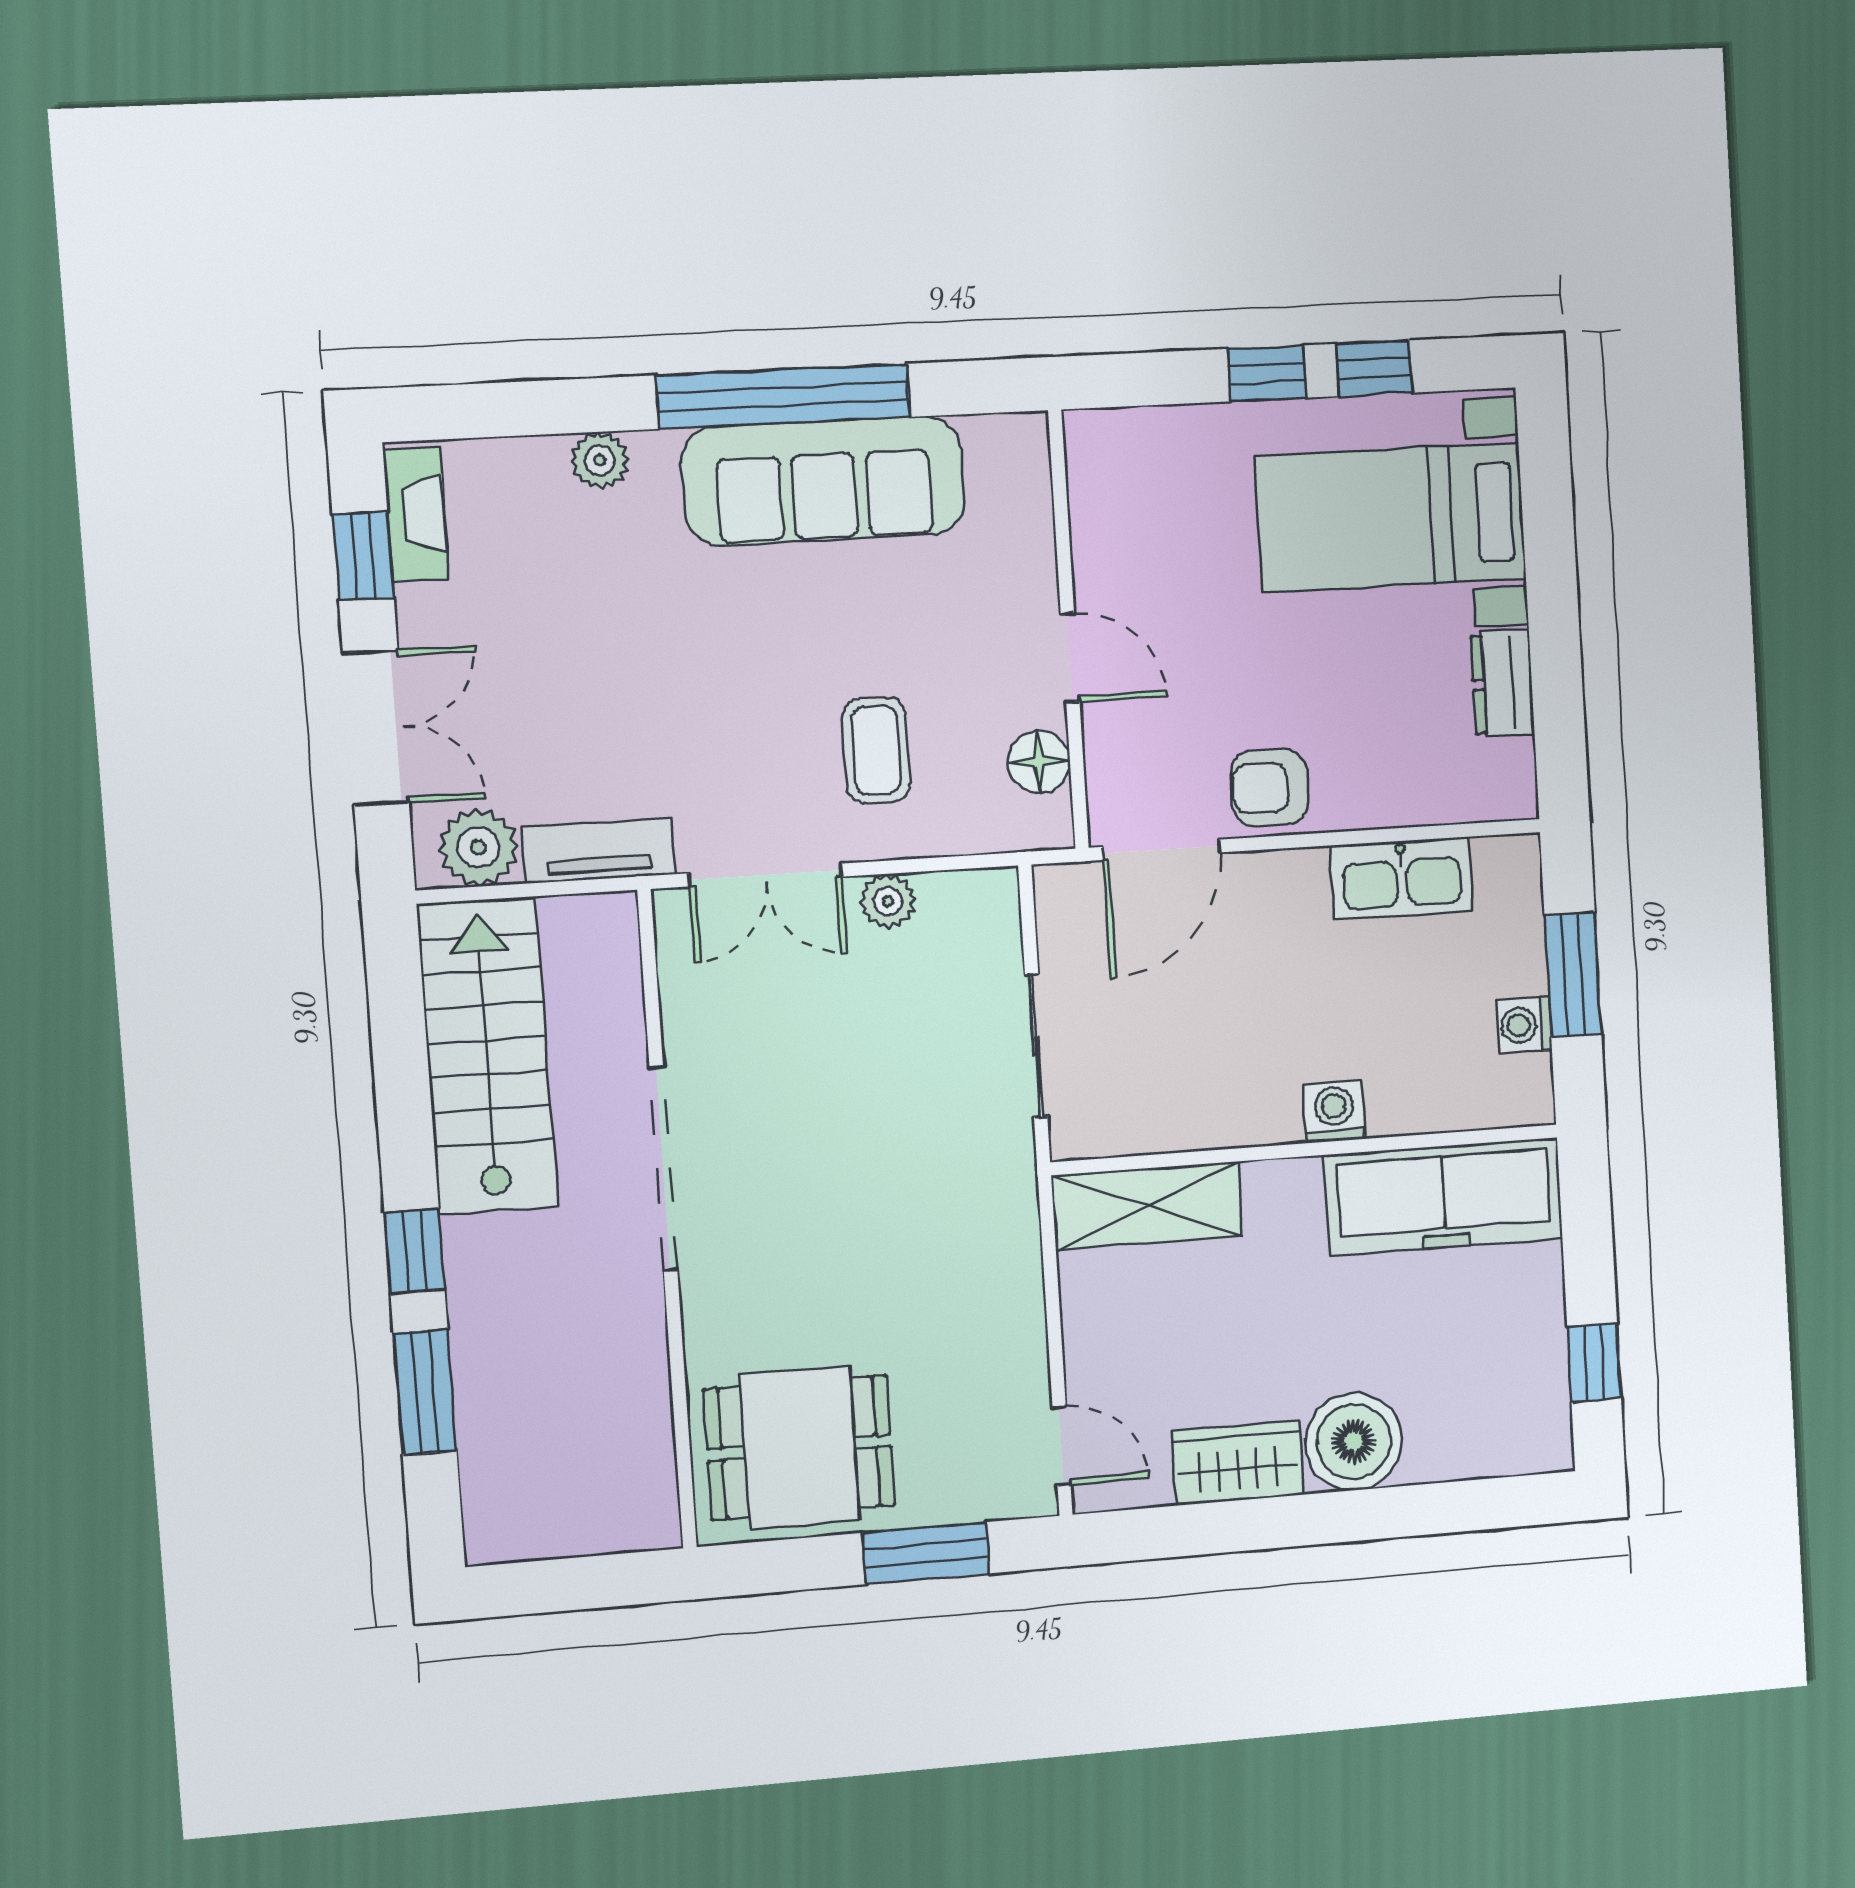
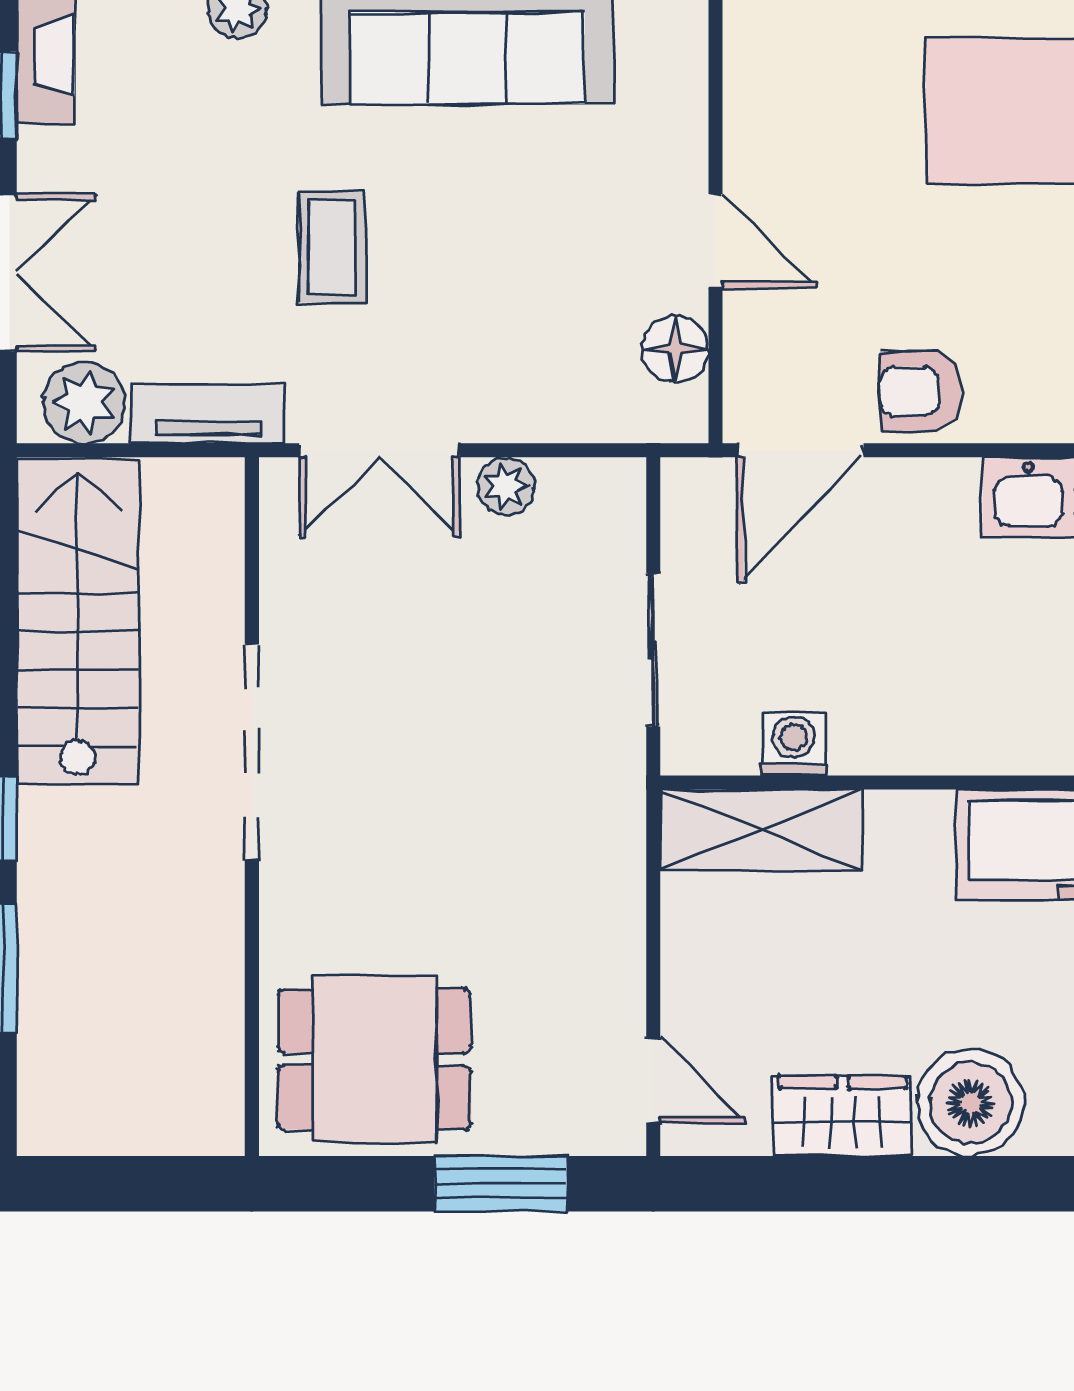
coffee table: (876, 750) -> (332, 247), moved
washing machine: (1334, 1112) -> (794, 744), moved

